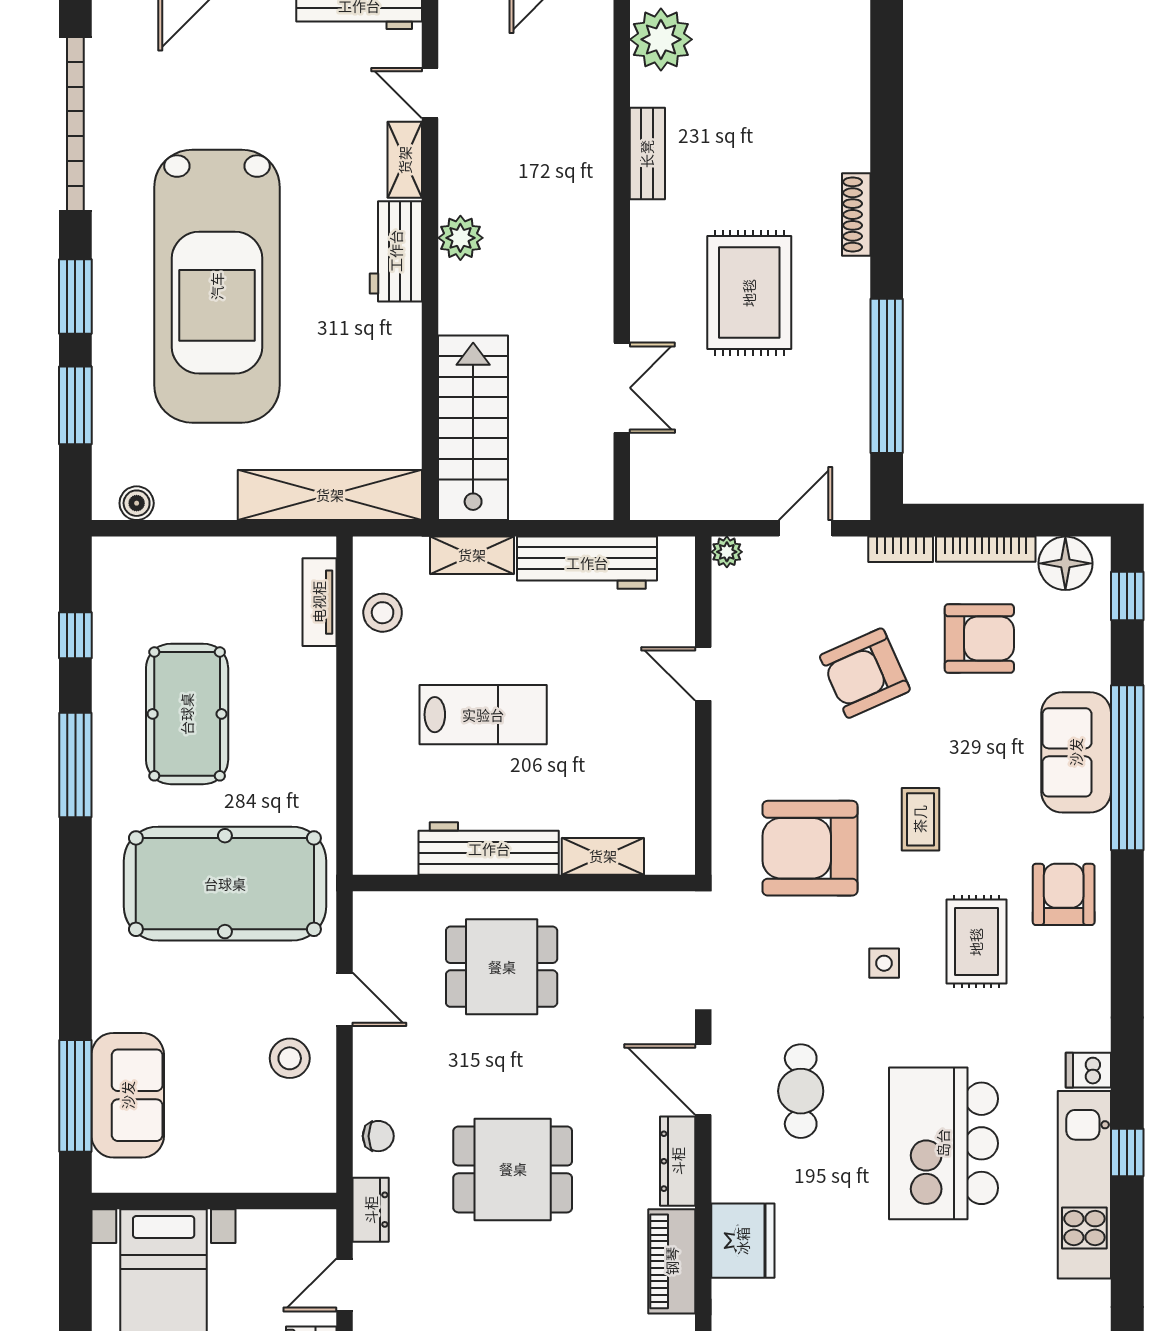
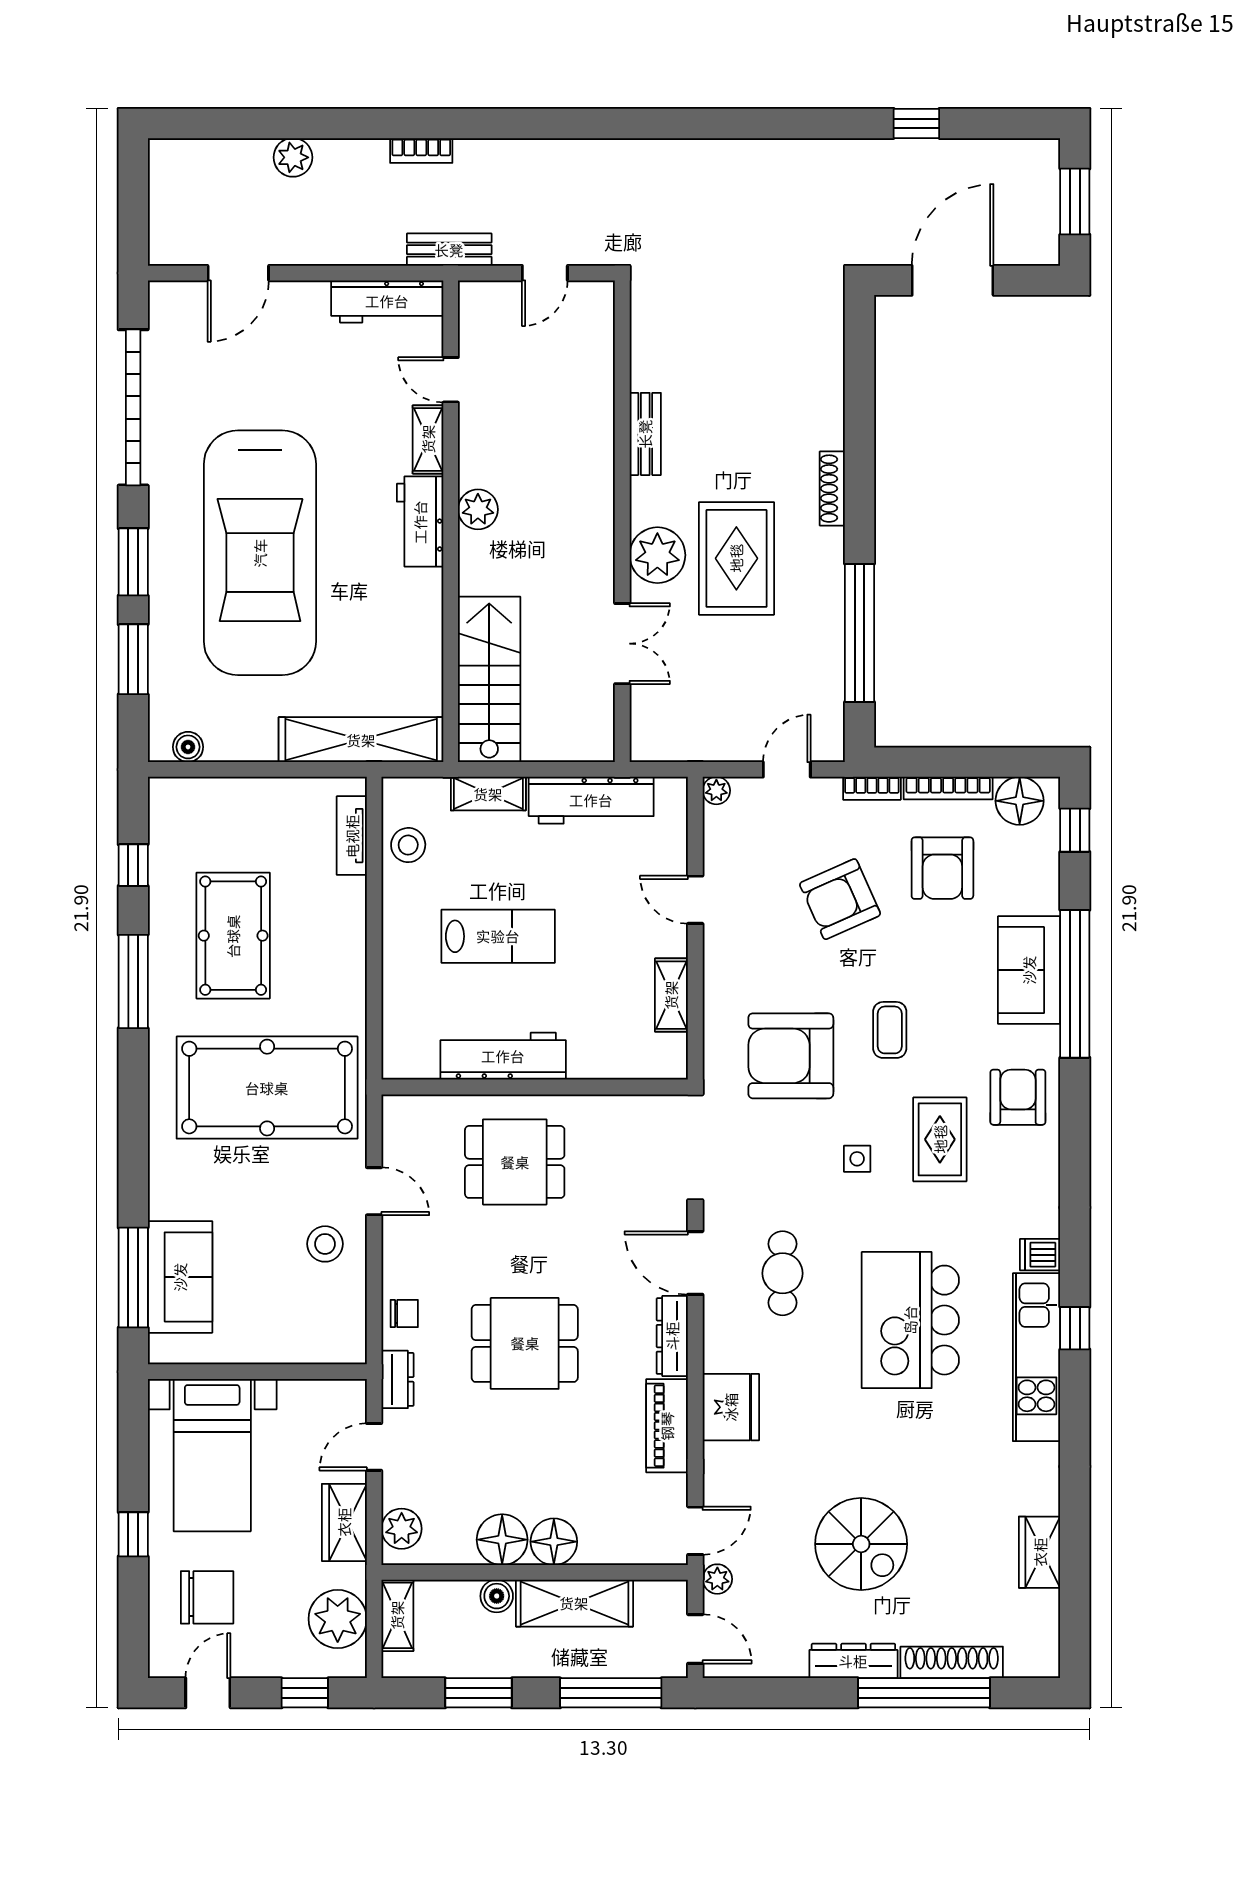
plant: (661, 39) -> (657, 555), moved
armchair: (979, 639) -> (942, 868), turned 90
shelving: (603, 856) -> (671, 995), moved, turned 90

